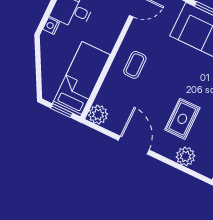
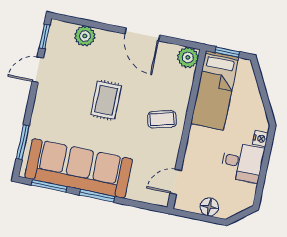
coffee table: (135, 65) -> (162, 119), turned 75
rug: (182, 119) -> (106, 100), moved

